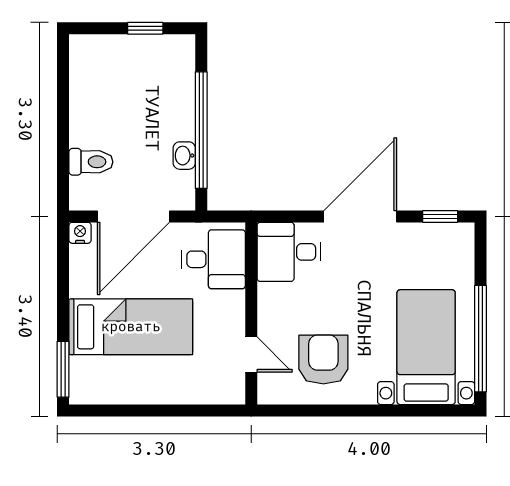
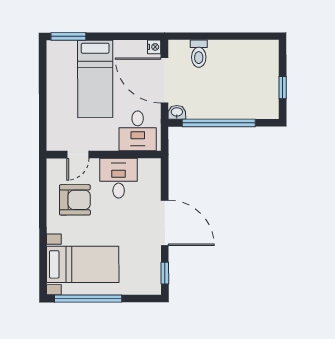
washbasin: (184, 156) -> (177, 112), moved
desk: (289, 252) -> (119, 178), moved

